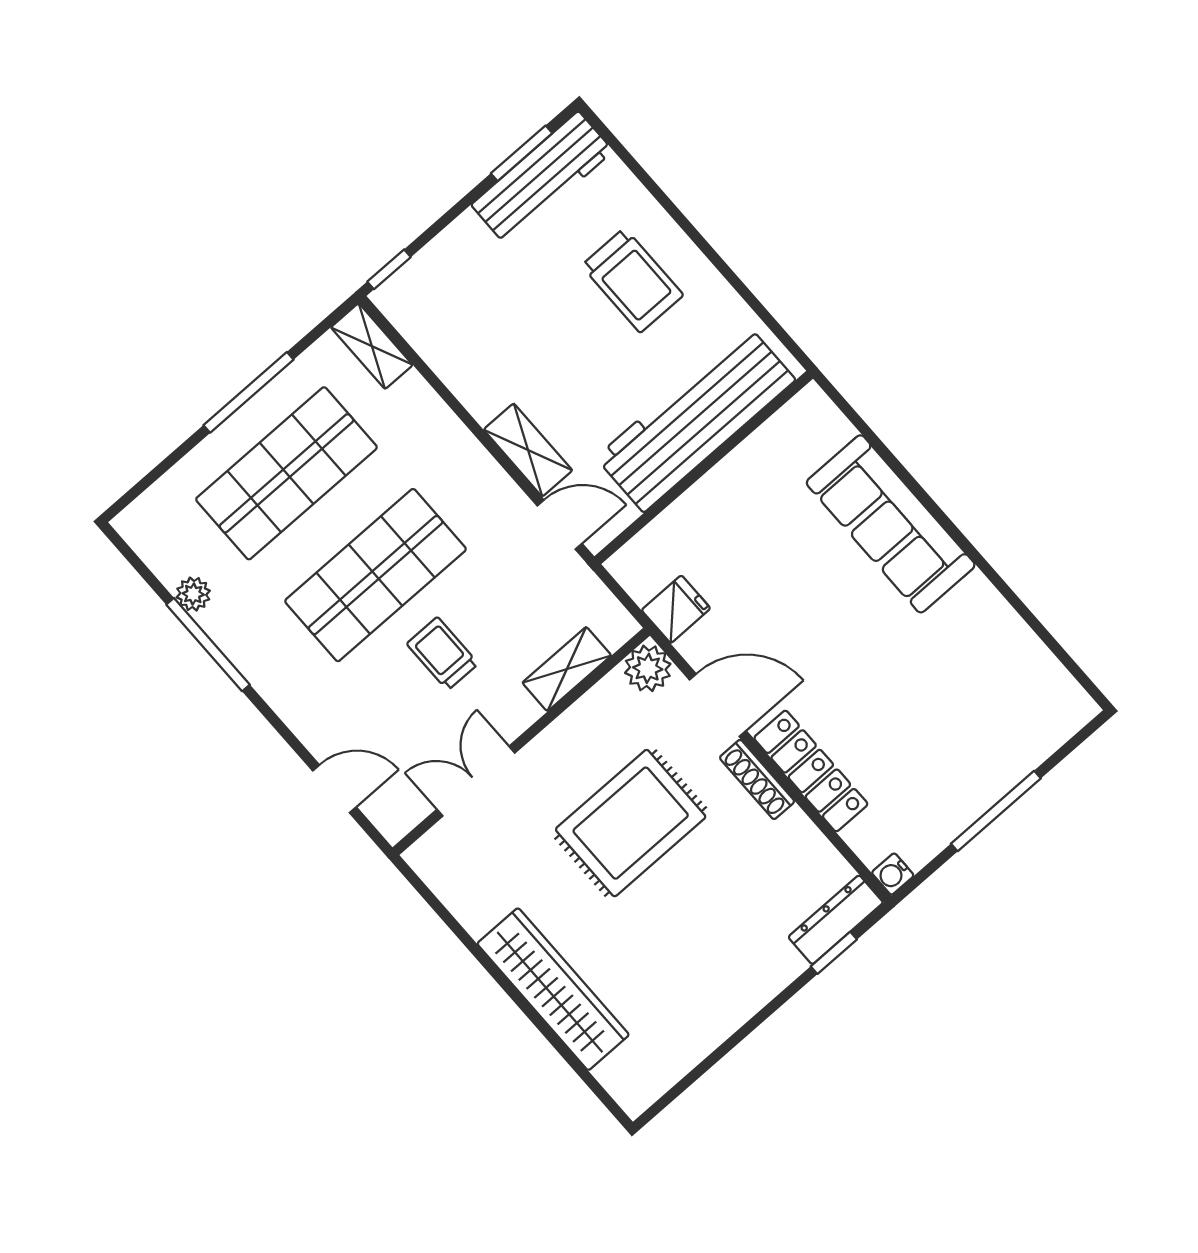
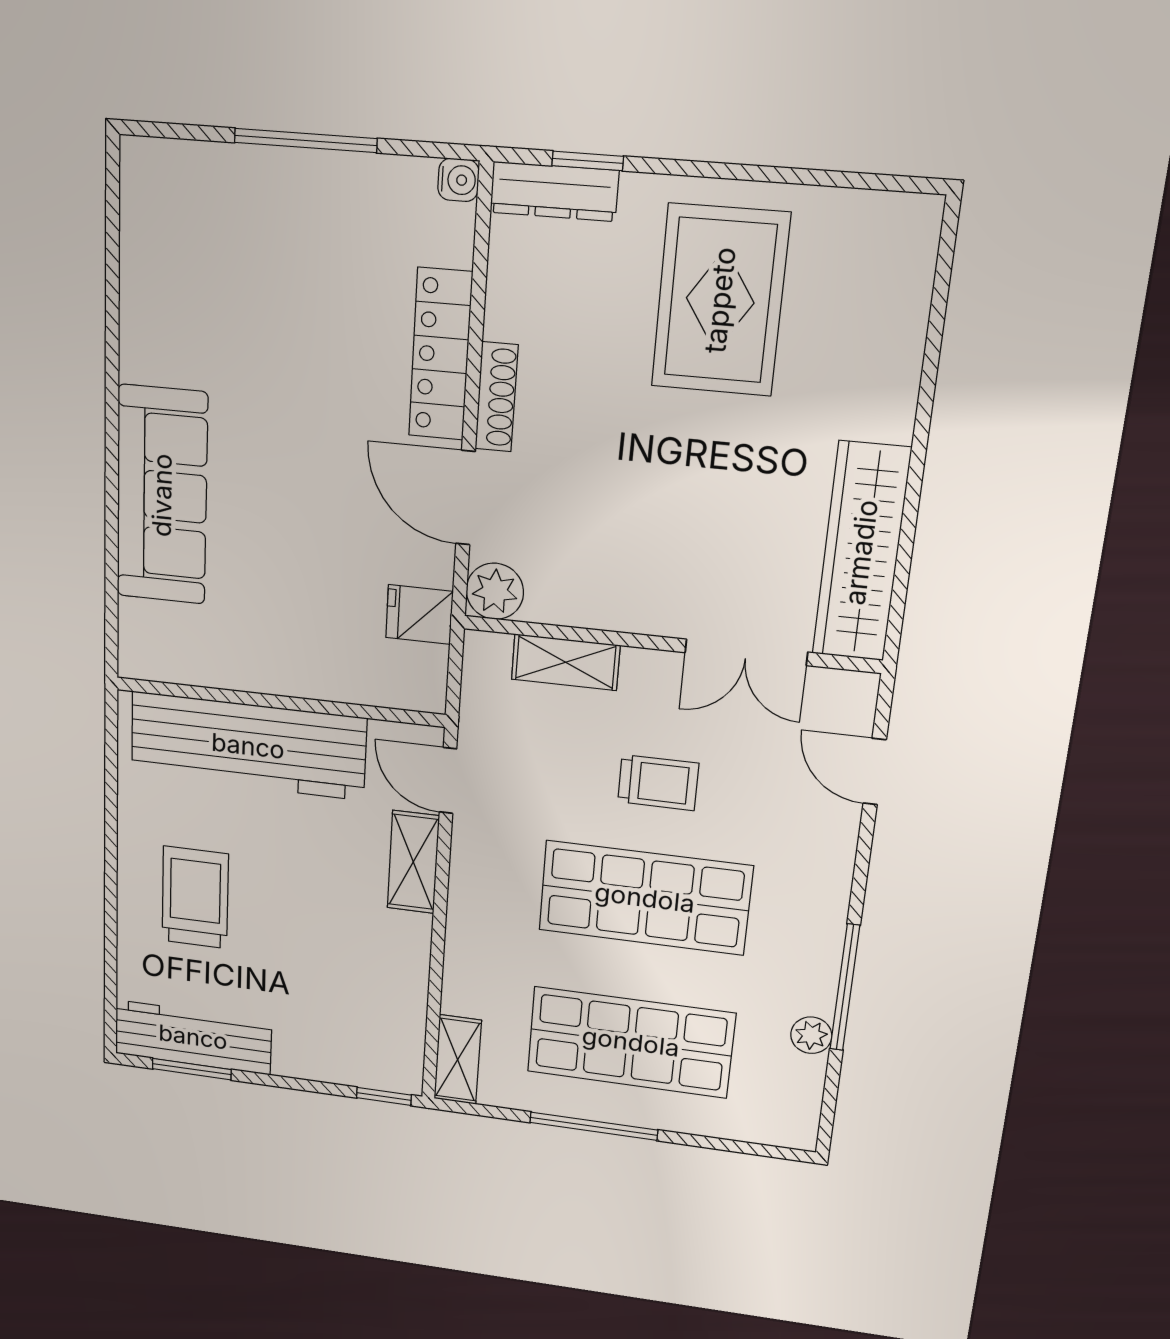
trolley: (442, 654) -> (658, 783), turned -90
rug: (631, 823) -> (720, 300), moved, turned 90
wardrobe: (553, 989) -> (861, 552), moved

